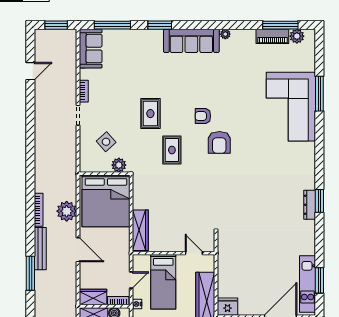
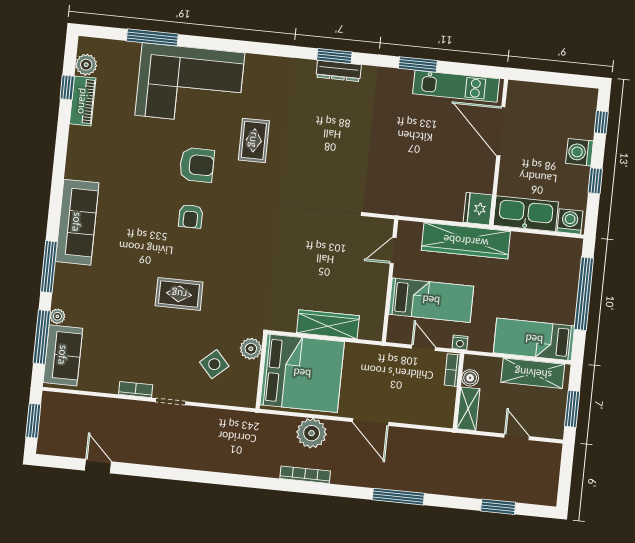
window: (160, 25) -> (49, 267), width x1.44
window: (280, 25) -> (67, 87), width x0.46
plant: (225, 34) -> (57, 316), moved
sofa: (91, 49) -> (63, 355), moved, turned 90
window: (319, 94) -> (152, 37), moved
armchair: (219, 142) -> (197, 165), moved
rug: (172, 150) -> (254, 140), moved, turned 90
wardrobe: (140, 230) -> (328, 324), moved
bench: (40, 249) -> (363, 478), removed
door: (78, 250) -> (371, 422), swing flipped
window: (319, 280) -> (418, 64), moved
wardrobe: (93, 297) -> (443, 407), removed

